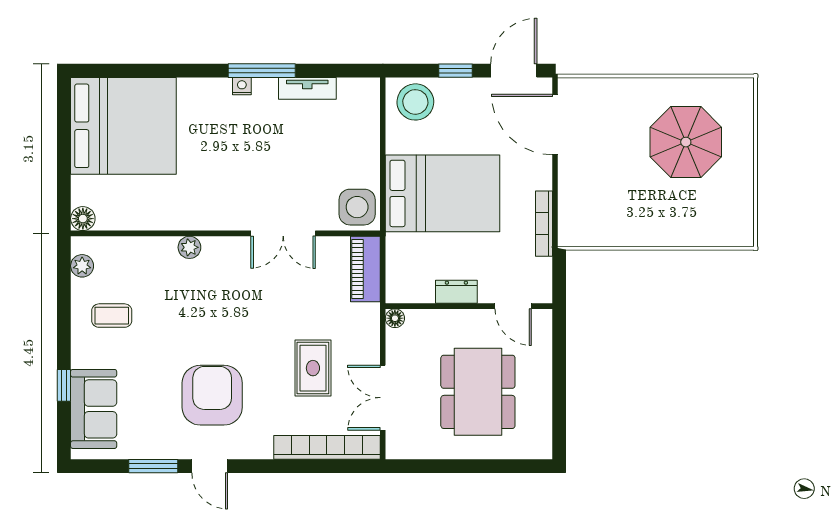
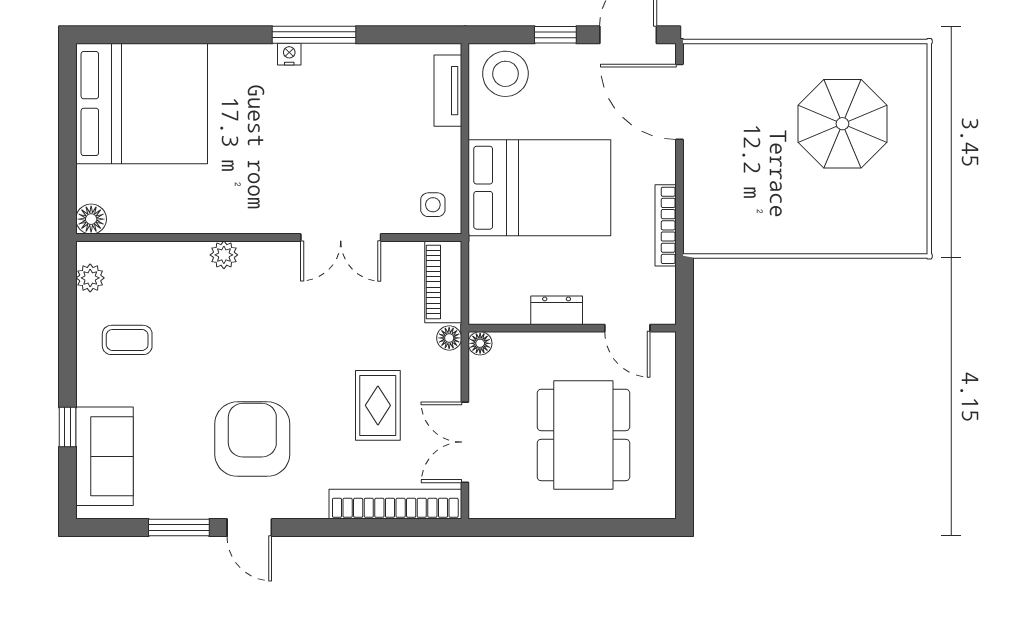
tv unit: (307, 88) -> (448, 91), moved, turned 90
side table: (357, 207) -> (433, 205), width x0.54, depth x0.54
floor lamp: (370, 314) -> (449, 338), added

